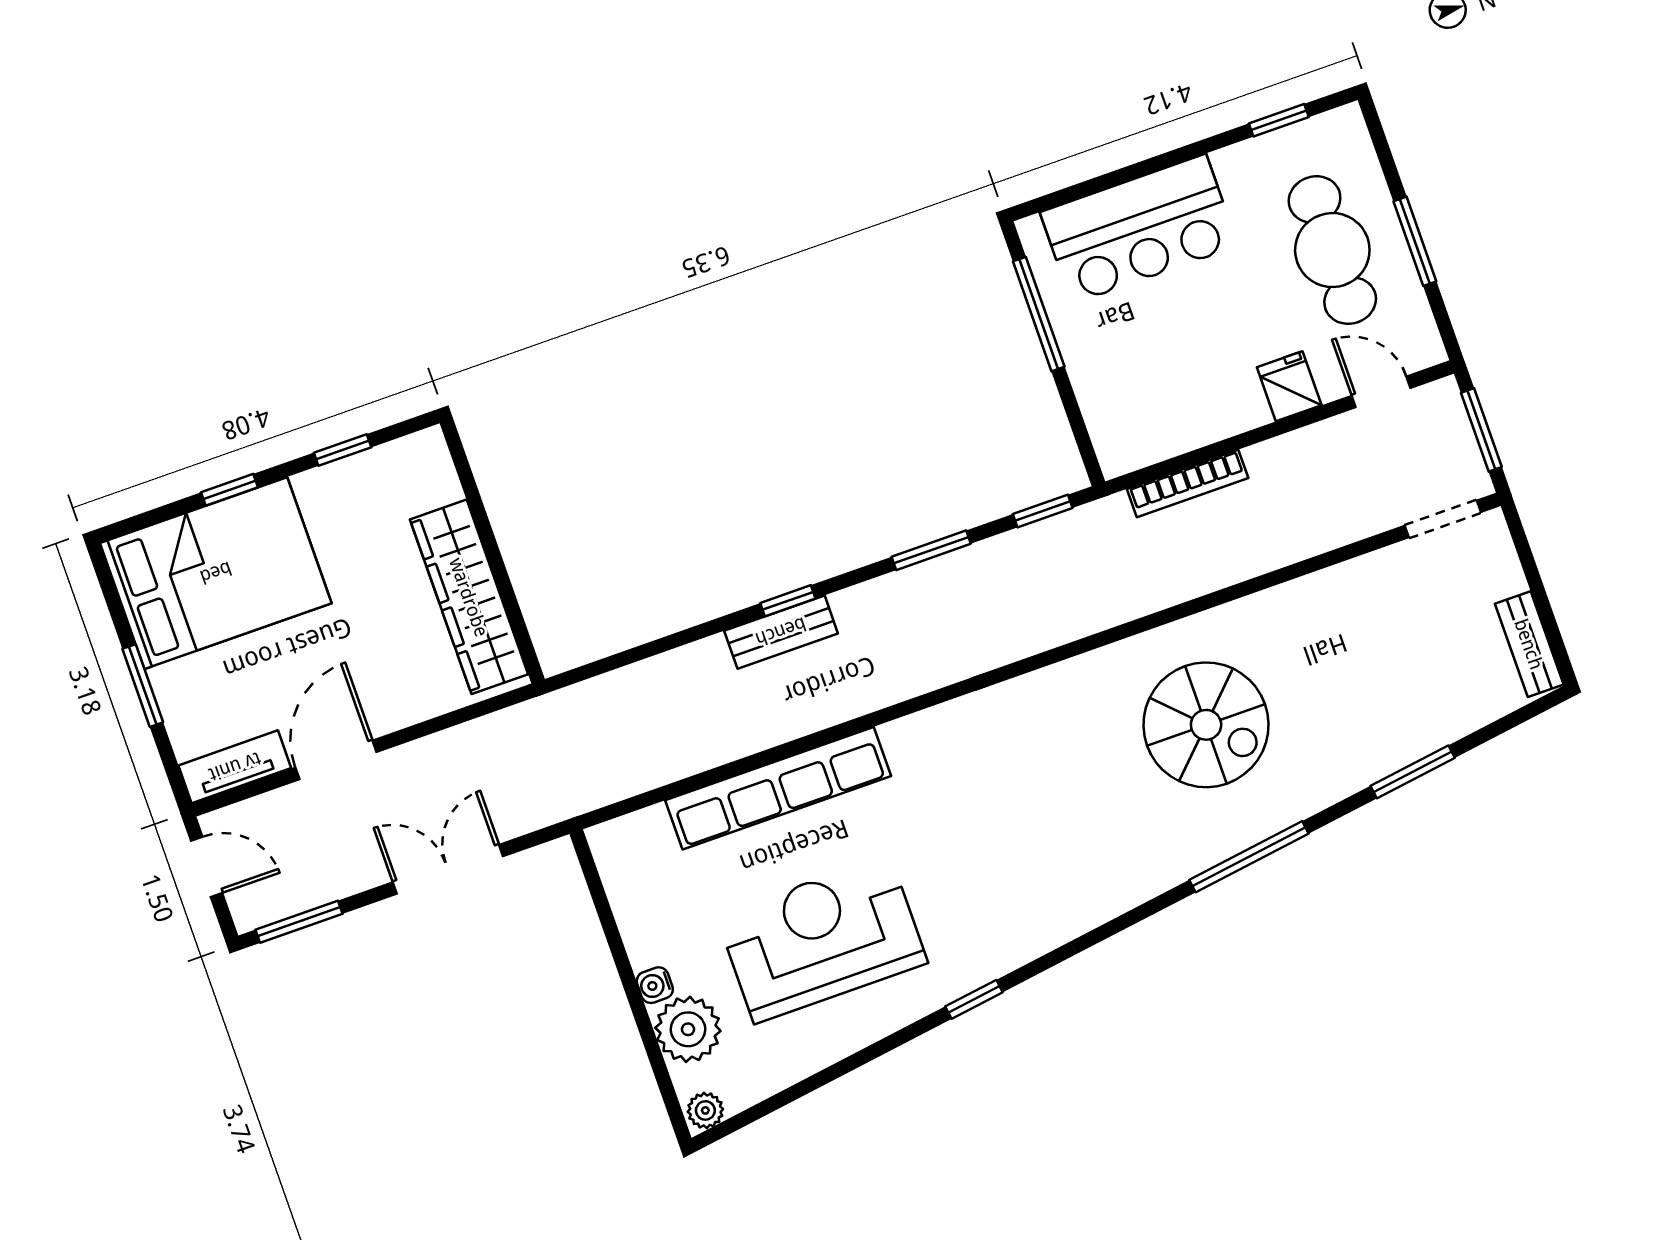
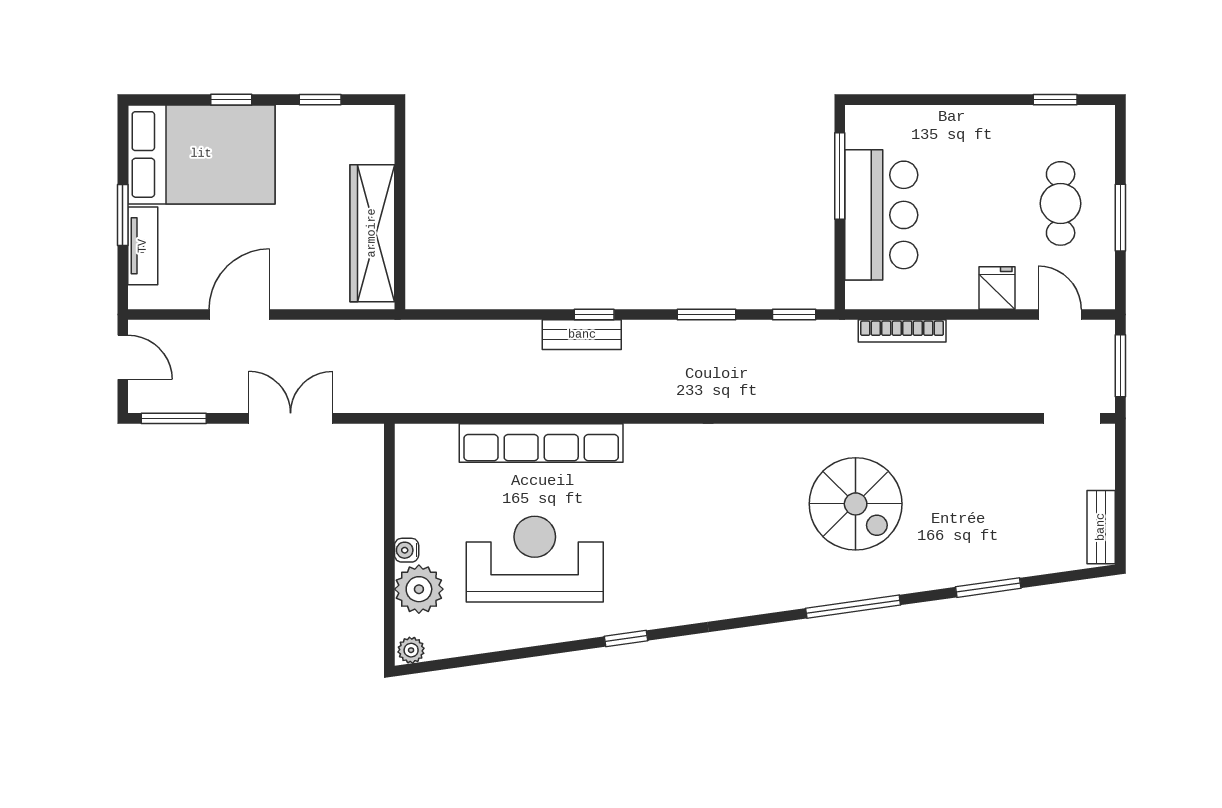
bar counter: (1139, 229) -> (881, 215), moved, turned -90
cafe table: (1332, 250) -> (1061, 203), width x0.73, depth x0.74
tv unit: (235, 767) -> (143, 246), moved, turned 90

